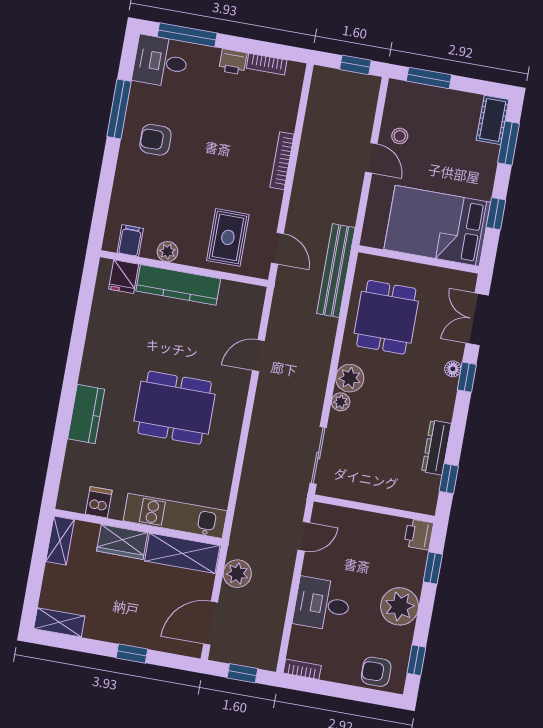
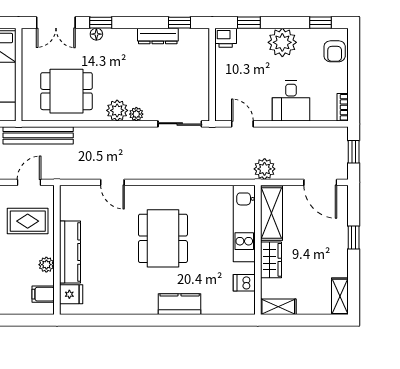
plant: (237, 574) -> (265, 169), moved

